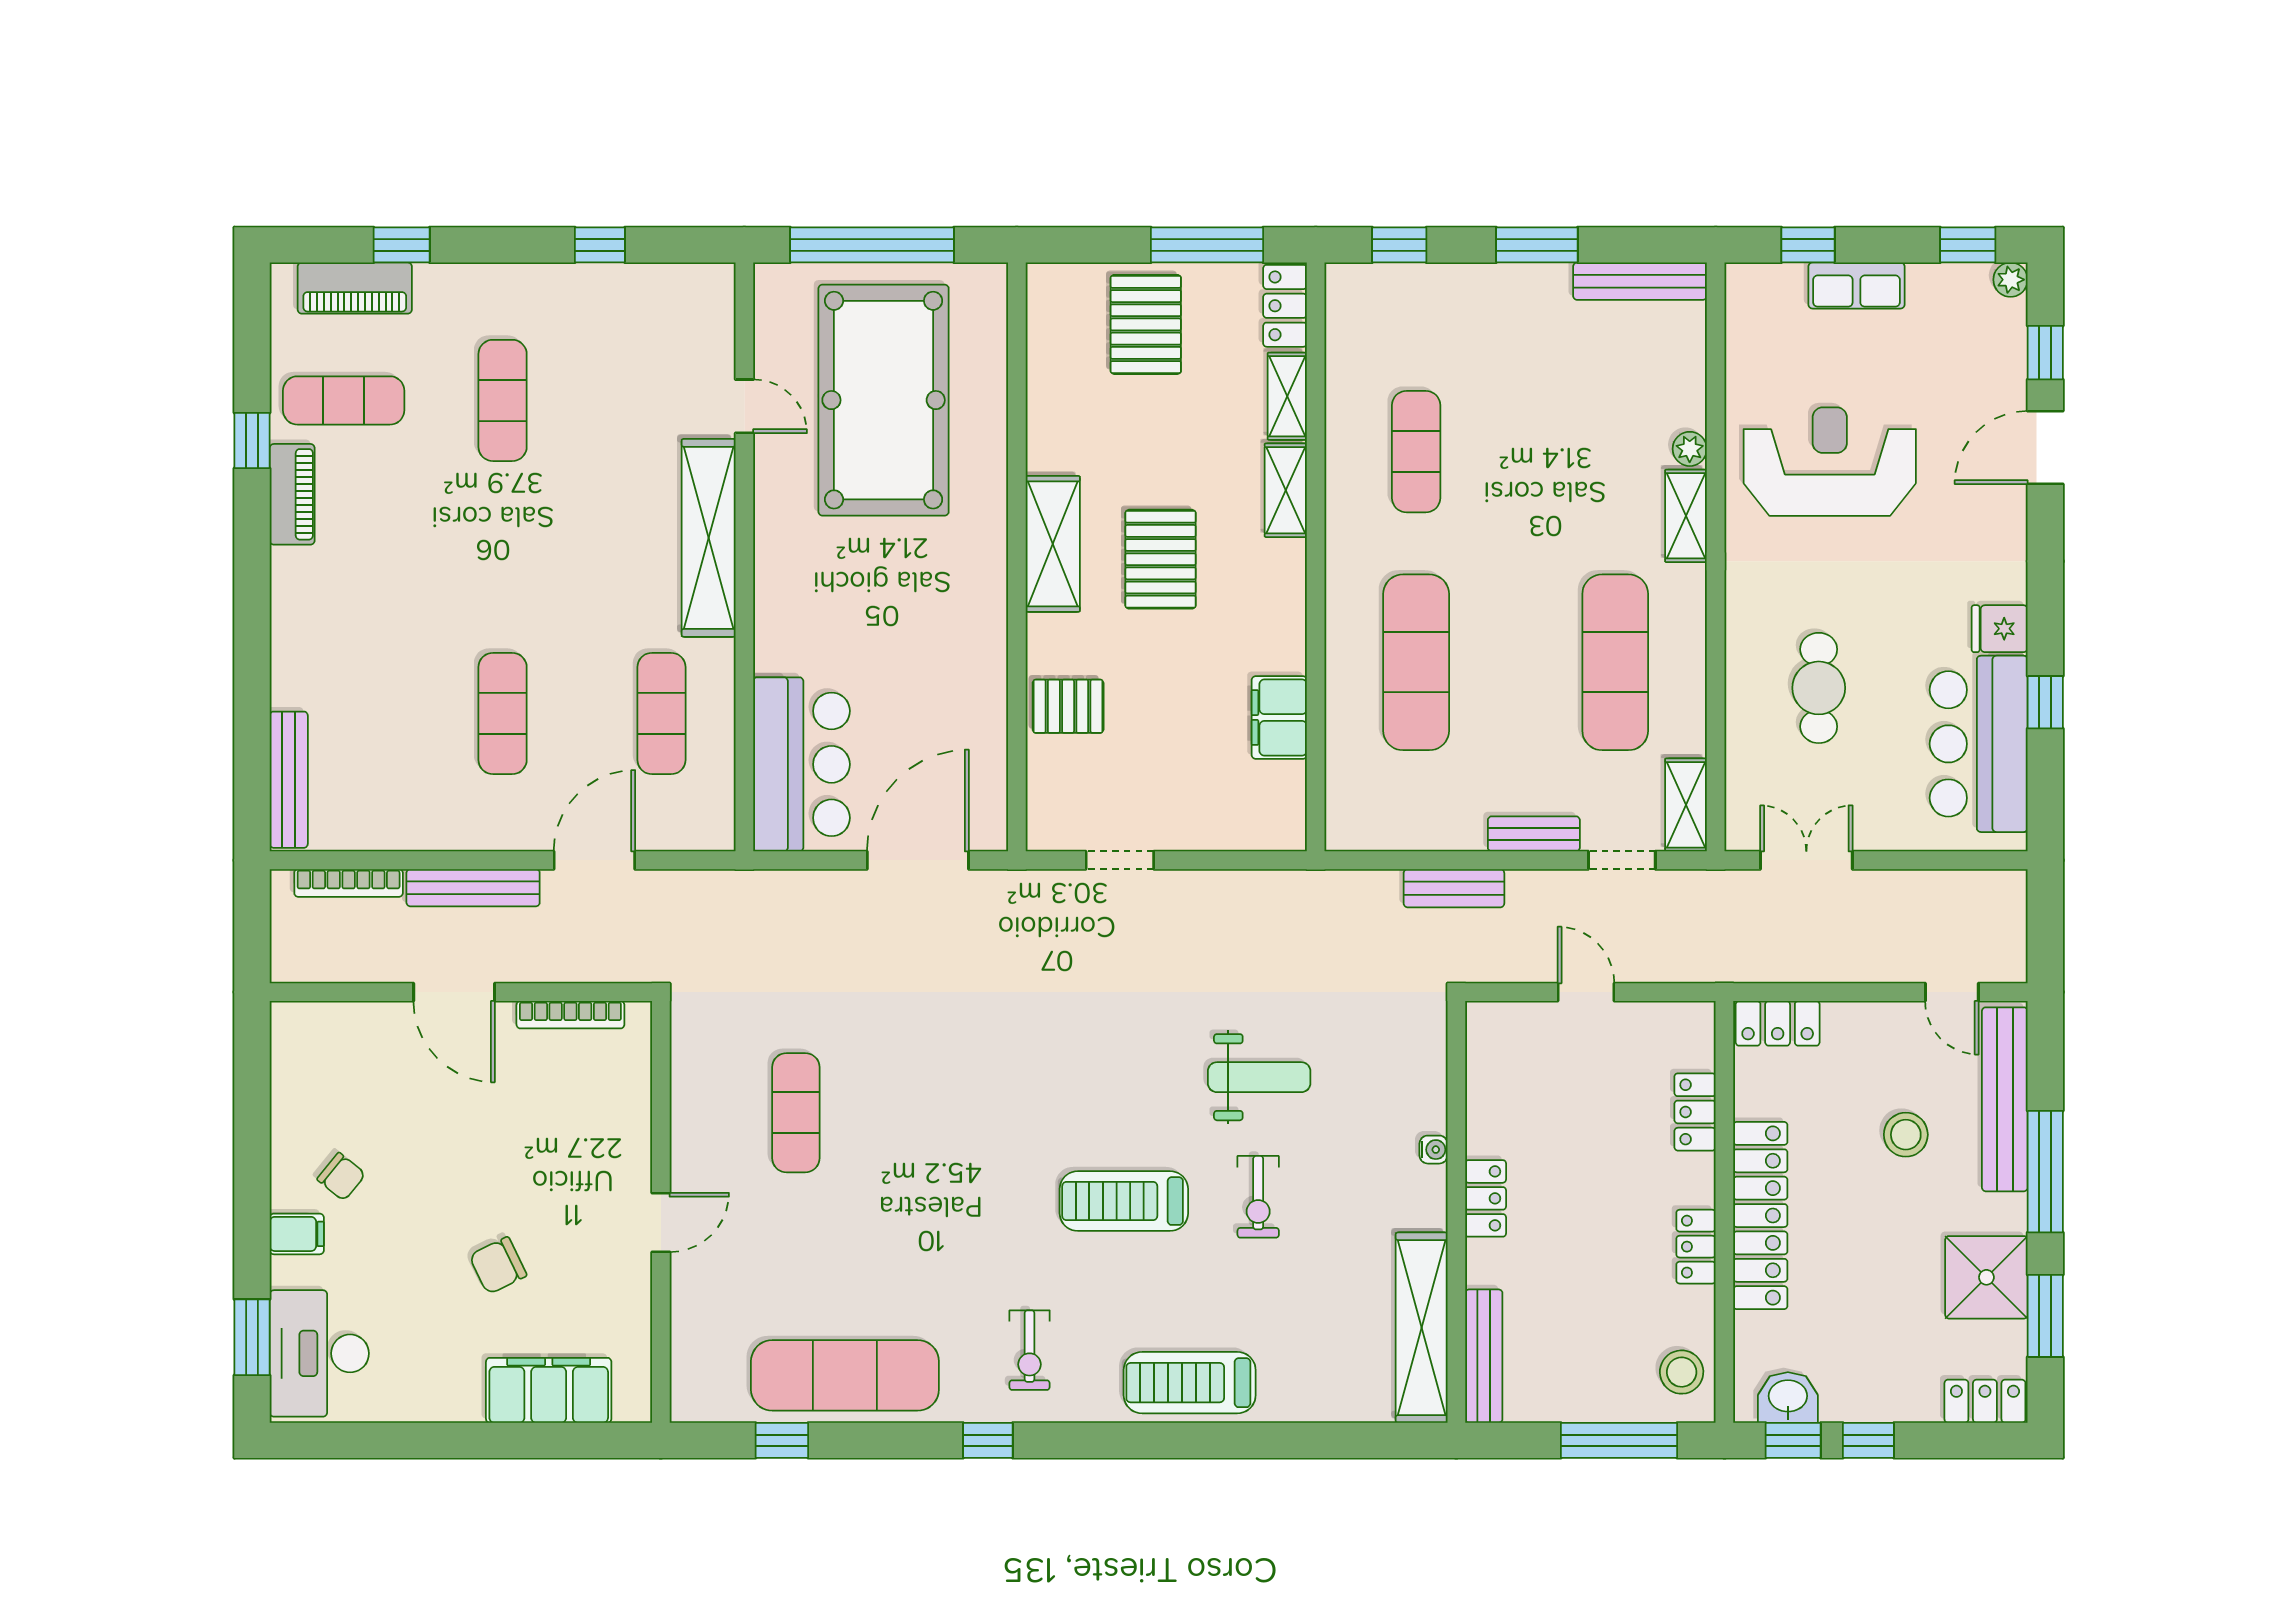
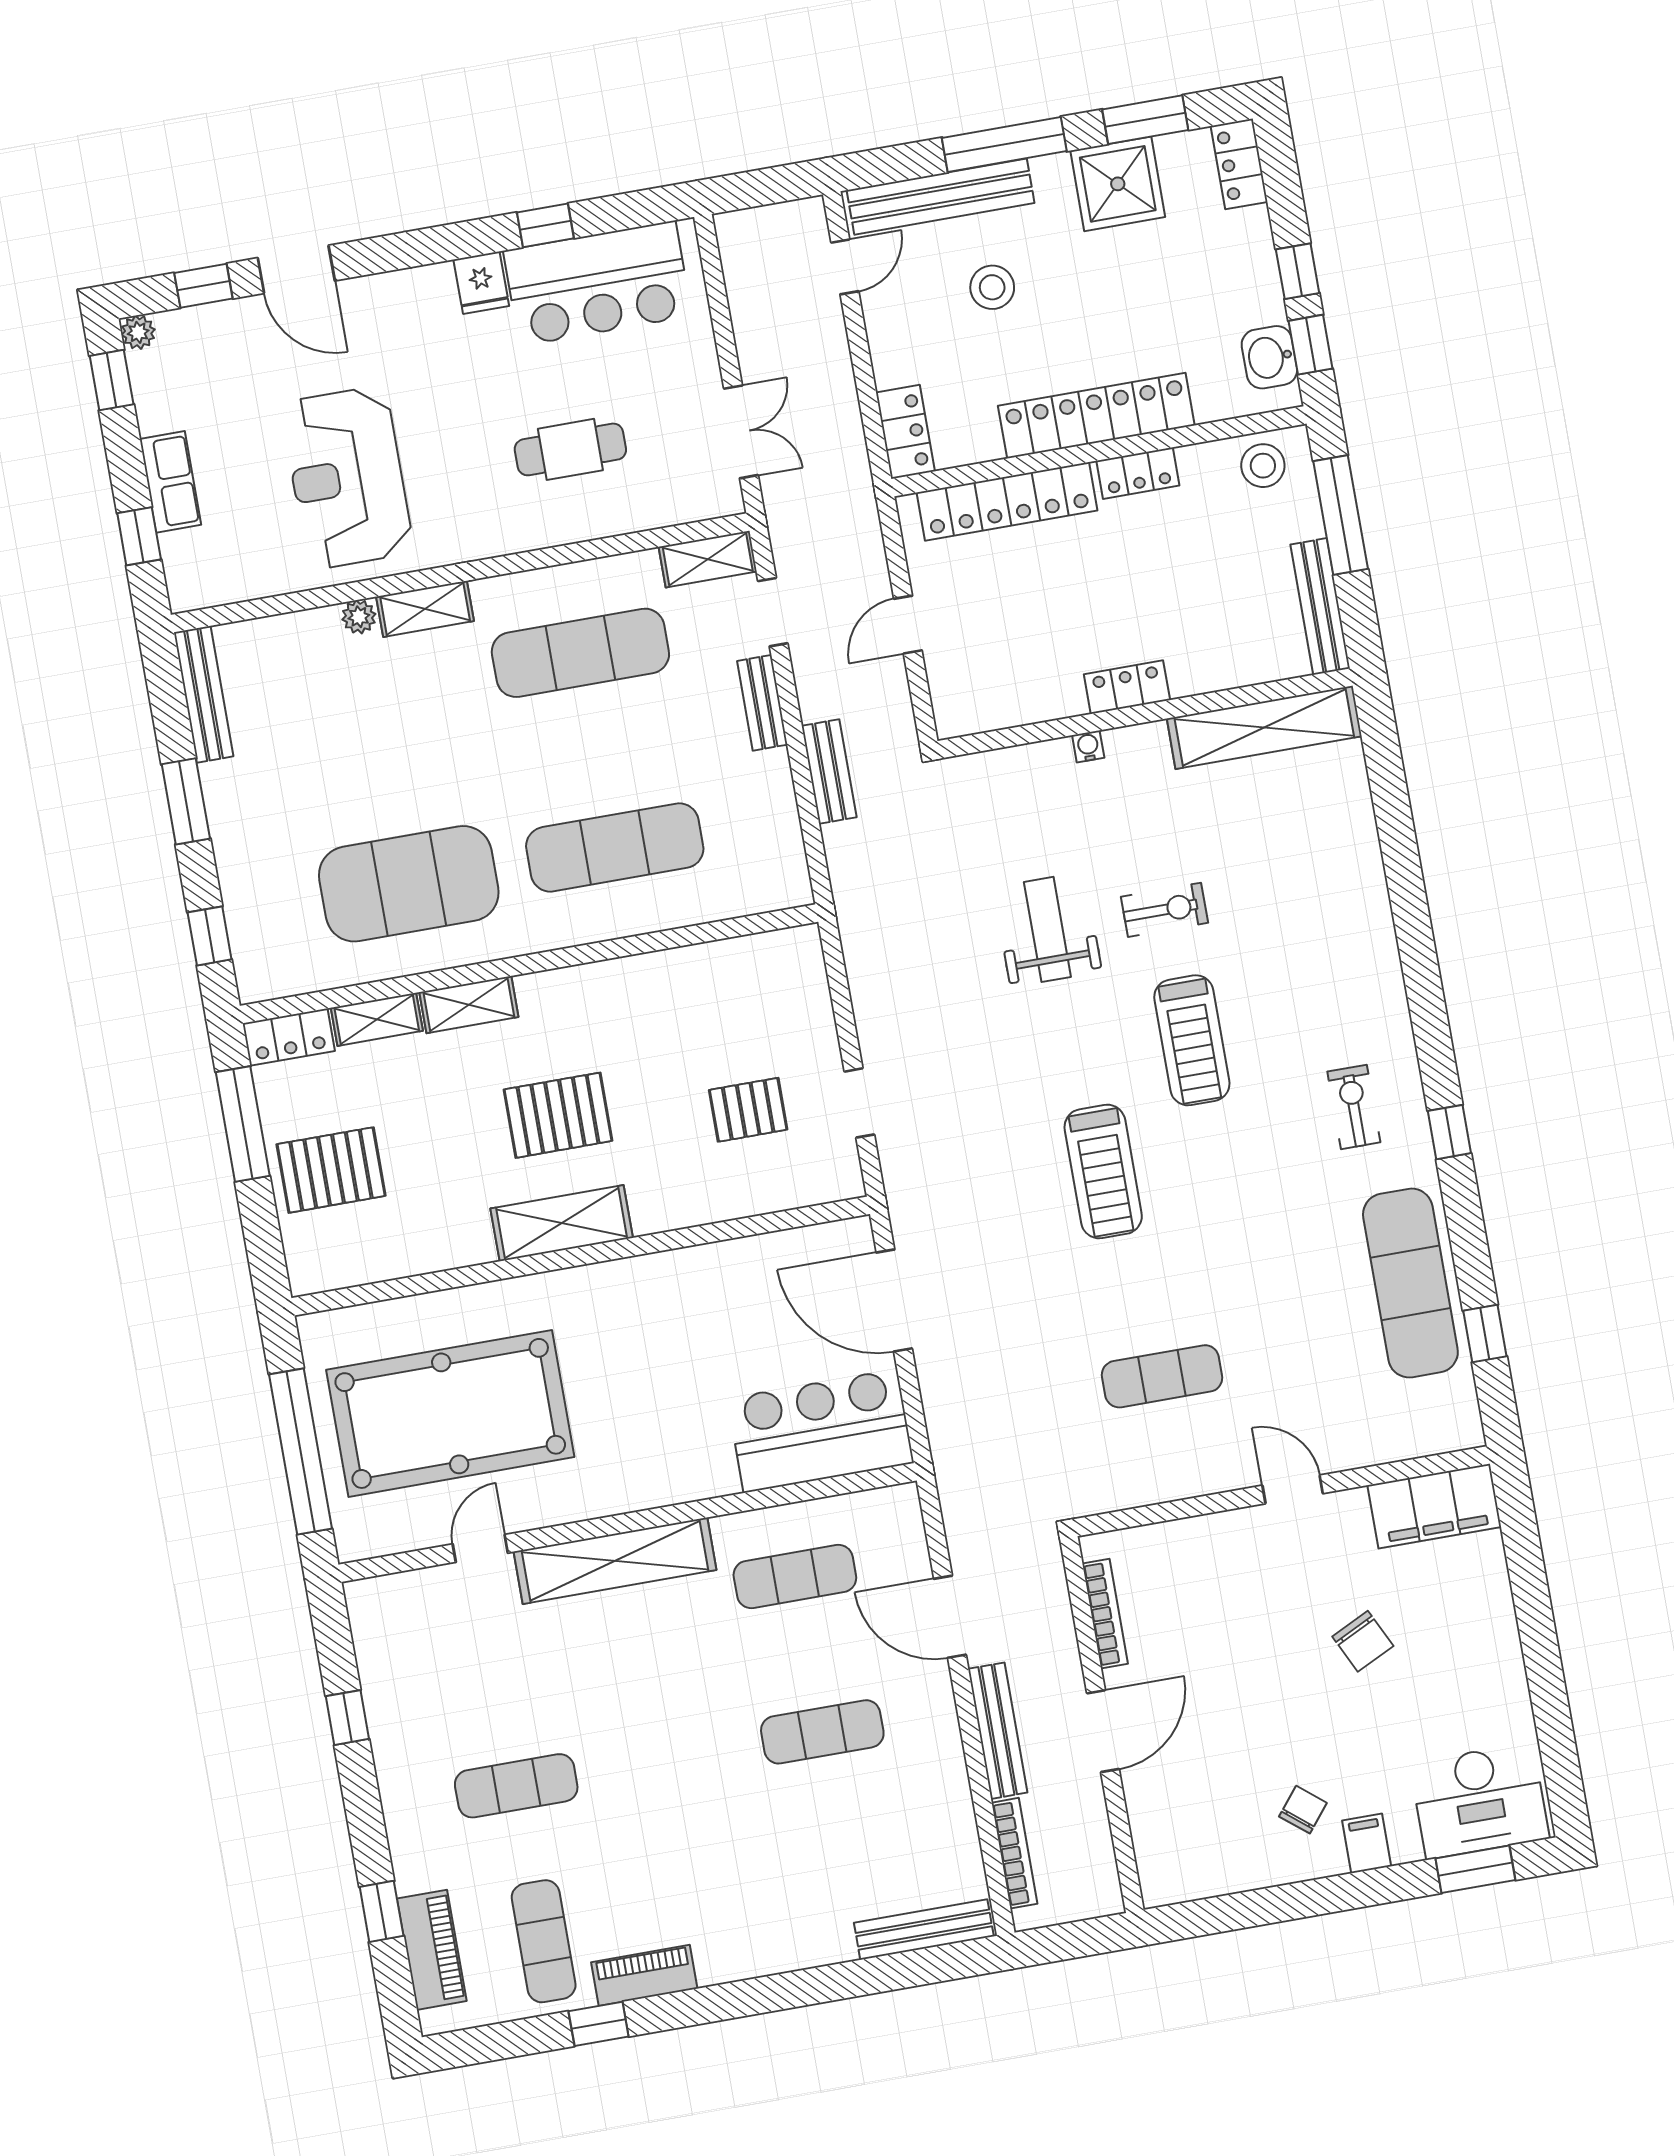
exercise mat: (1416, 452) -> (409, 884), width x2.00, depth x1.45
pallet: (1068, 706) -> (748, 1110), moved, turned 90
filing cabinet: (1279, 718) -> (692, 972), removed
double door: (1806, 860) -> (741, 432), swing flipped
locker: (1695, 1112) -> (1007, 501), width x2.16, depth x1.21
exercise bike: (1030, 1350) -> (1354, 1107), turned -90
bench: (1484, 1356) -> (1320, 606), moved, turned 90
treadmill: (1190, 1383) -> (1103, 1172), moved
filing cabinet: (549, 1390) -> (1434, 1506), moved, turned -90

